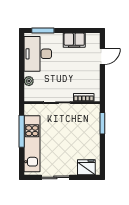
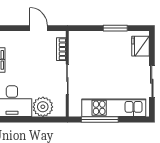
door: (102, 56) -> (39, 28), moved
plant: (29, 81) -> (43, 107), width x1.87, depth x1.87
window: (102, 123) -> (115, 28), moved

